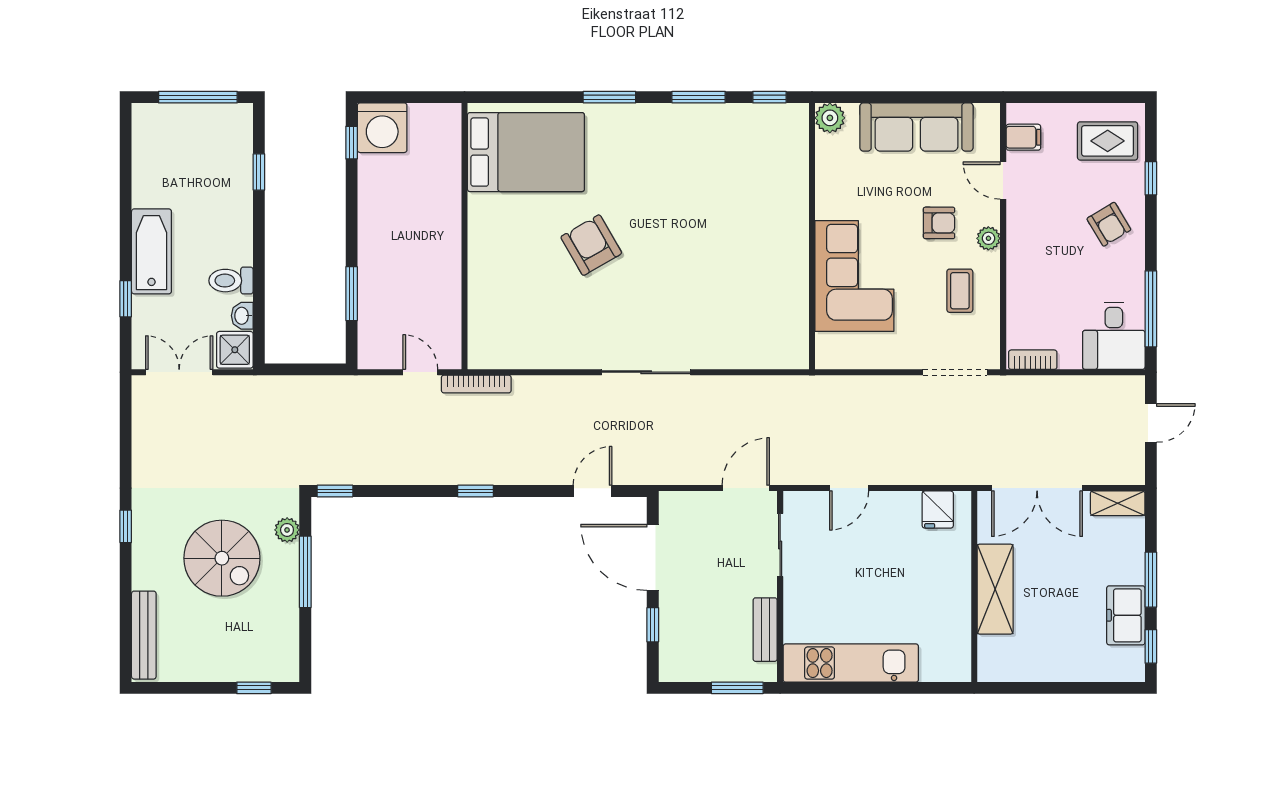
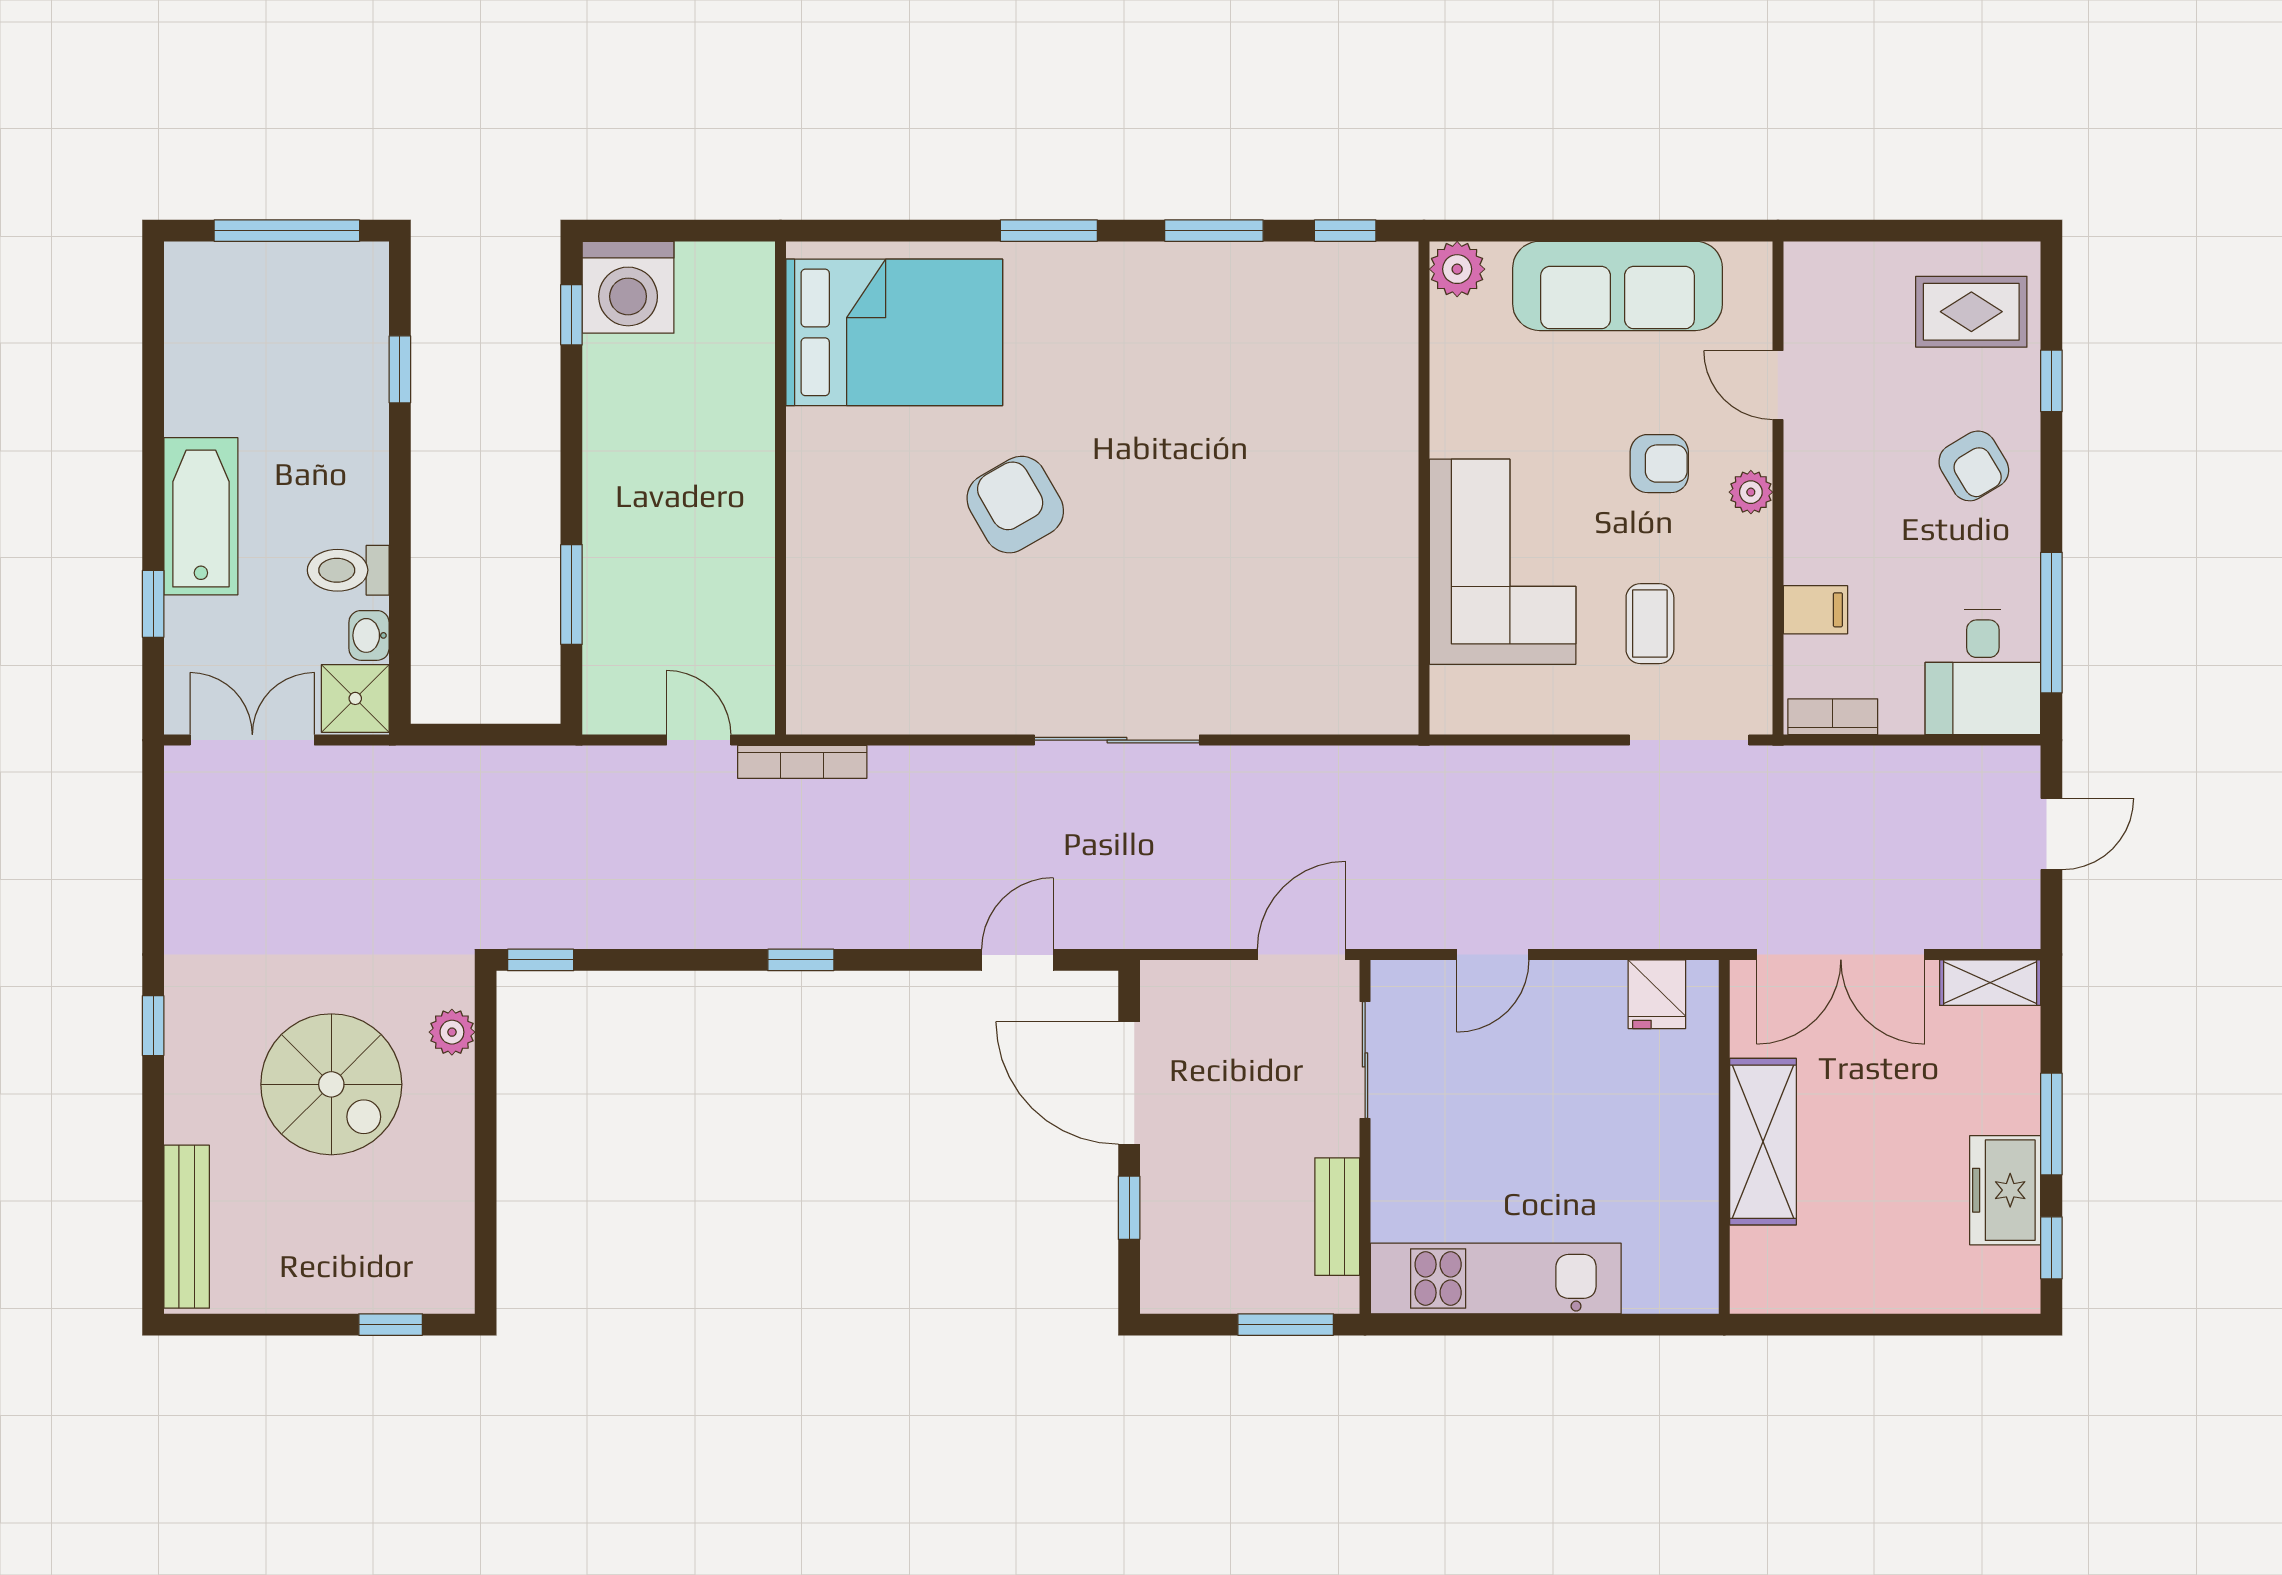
filing cabinet: (1023, 137) -> (1815, 610), moved
coffee table: (960, 291) -> (1650, 624), moved
window: (305, 572) -> (486, 1110), removed

